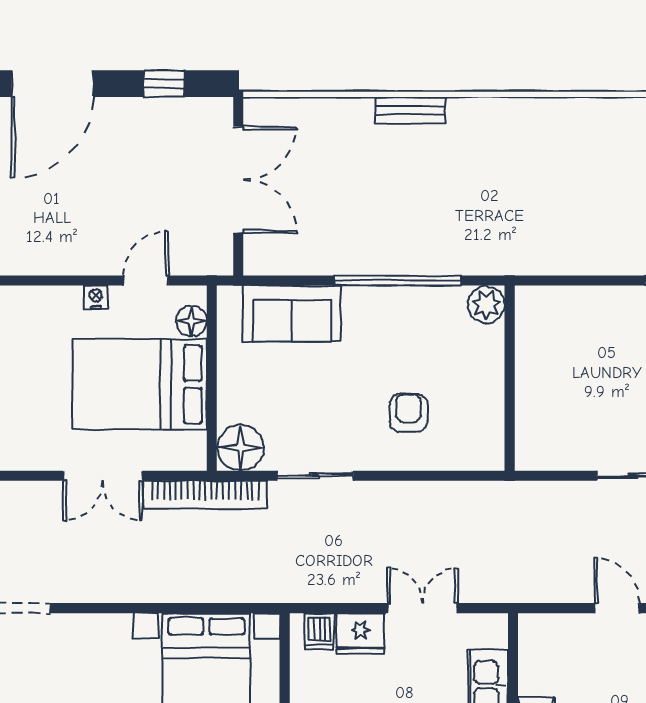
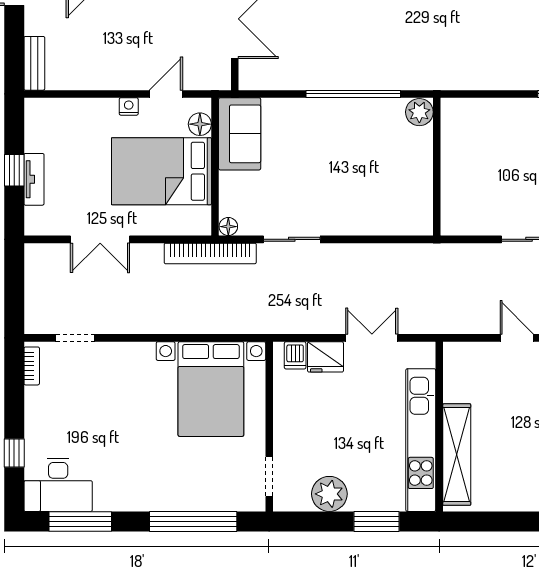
sofa: (292, 314) -> (240, 134), moved, turned -90
armchair: (408, 413) -> (361, 193), removed
floor lamp: (241, 448) -> (228, 227), width x0.53, depth x0.53
double door: (103, 476) -> (100, 239), moved

